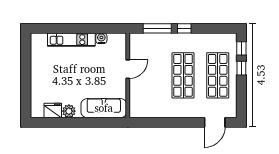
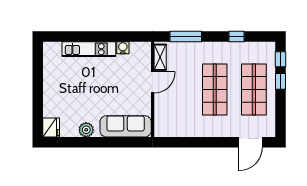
window: (184, 28) -> (237, 37), moved
shelving: (134, 47) -> (160, 57), added
fridge: (53, 110) -> (51, 128), moved, turned 90

